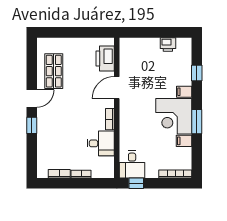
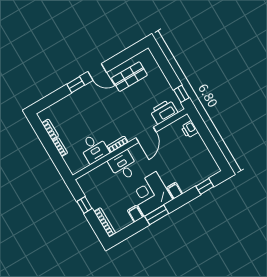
window: (98, 32) -> (181, 94), added
printer: (168, 44) -> (190, 129), moved
window: (197, 73) -> (205, 186), moved
door: (117, 88) -> (146, 135), swing flipped
desk: (132, 164) -> (123, 166), moved, turned 90
window: (136, 183) -> (84, 205), moved

